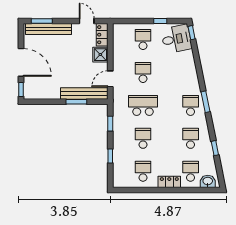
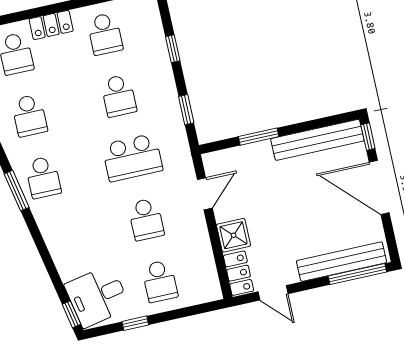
window: (42, 21) -> (357, 274), width x1.44
bench: (84, 94) -> (317, 140), moved

